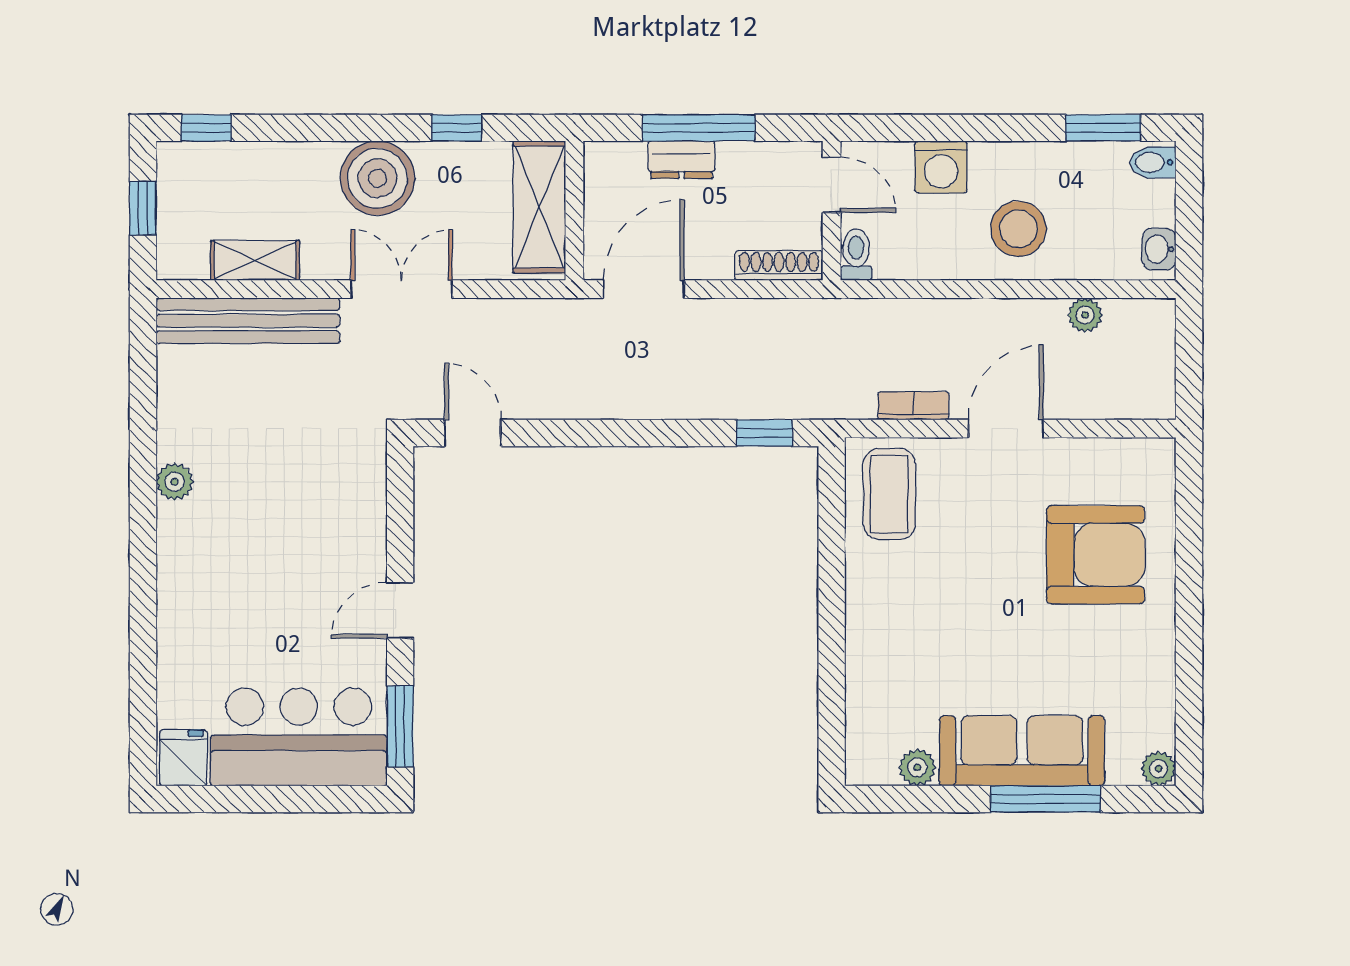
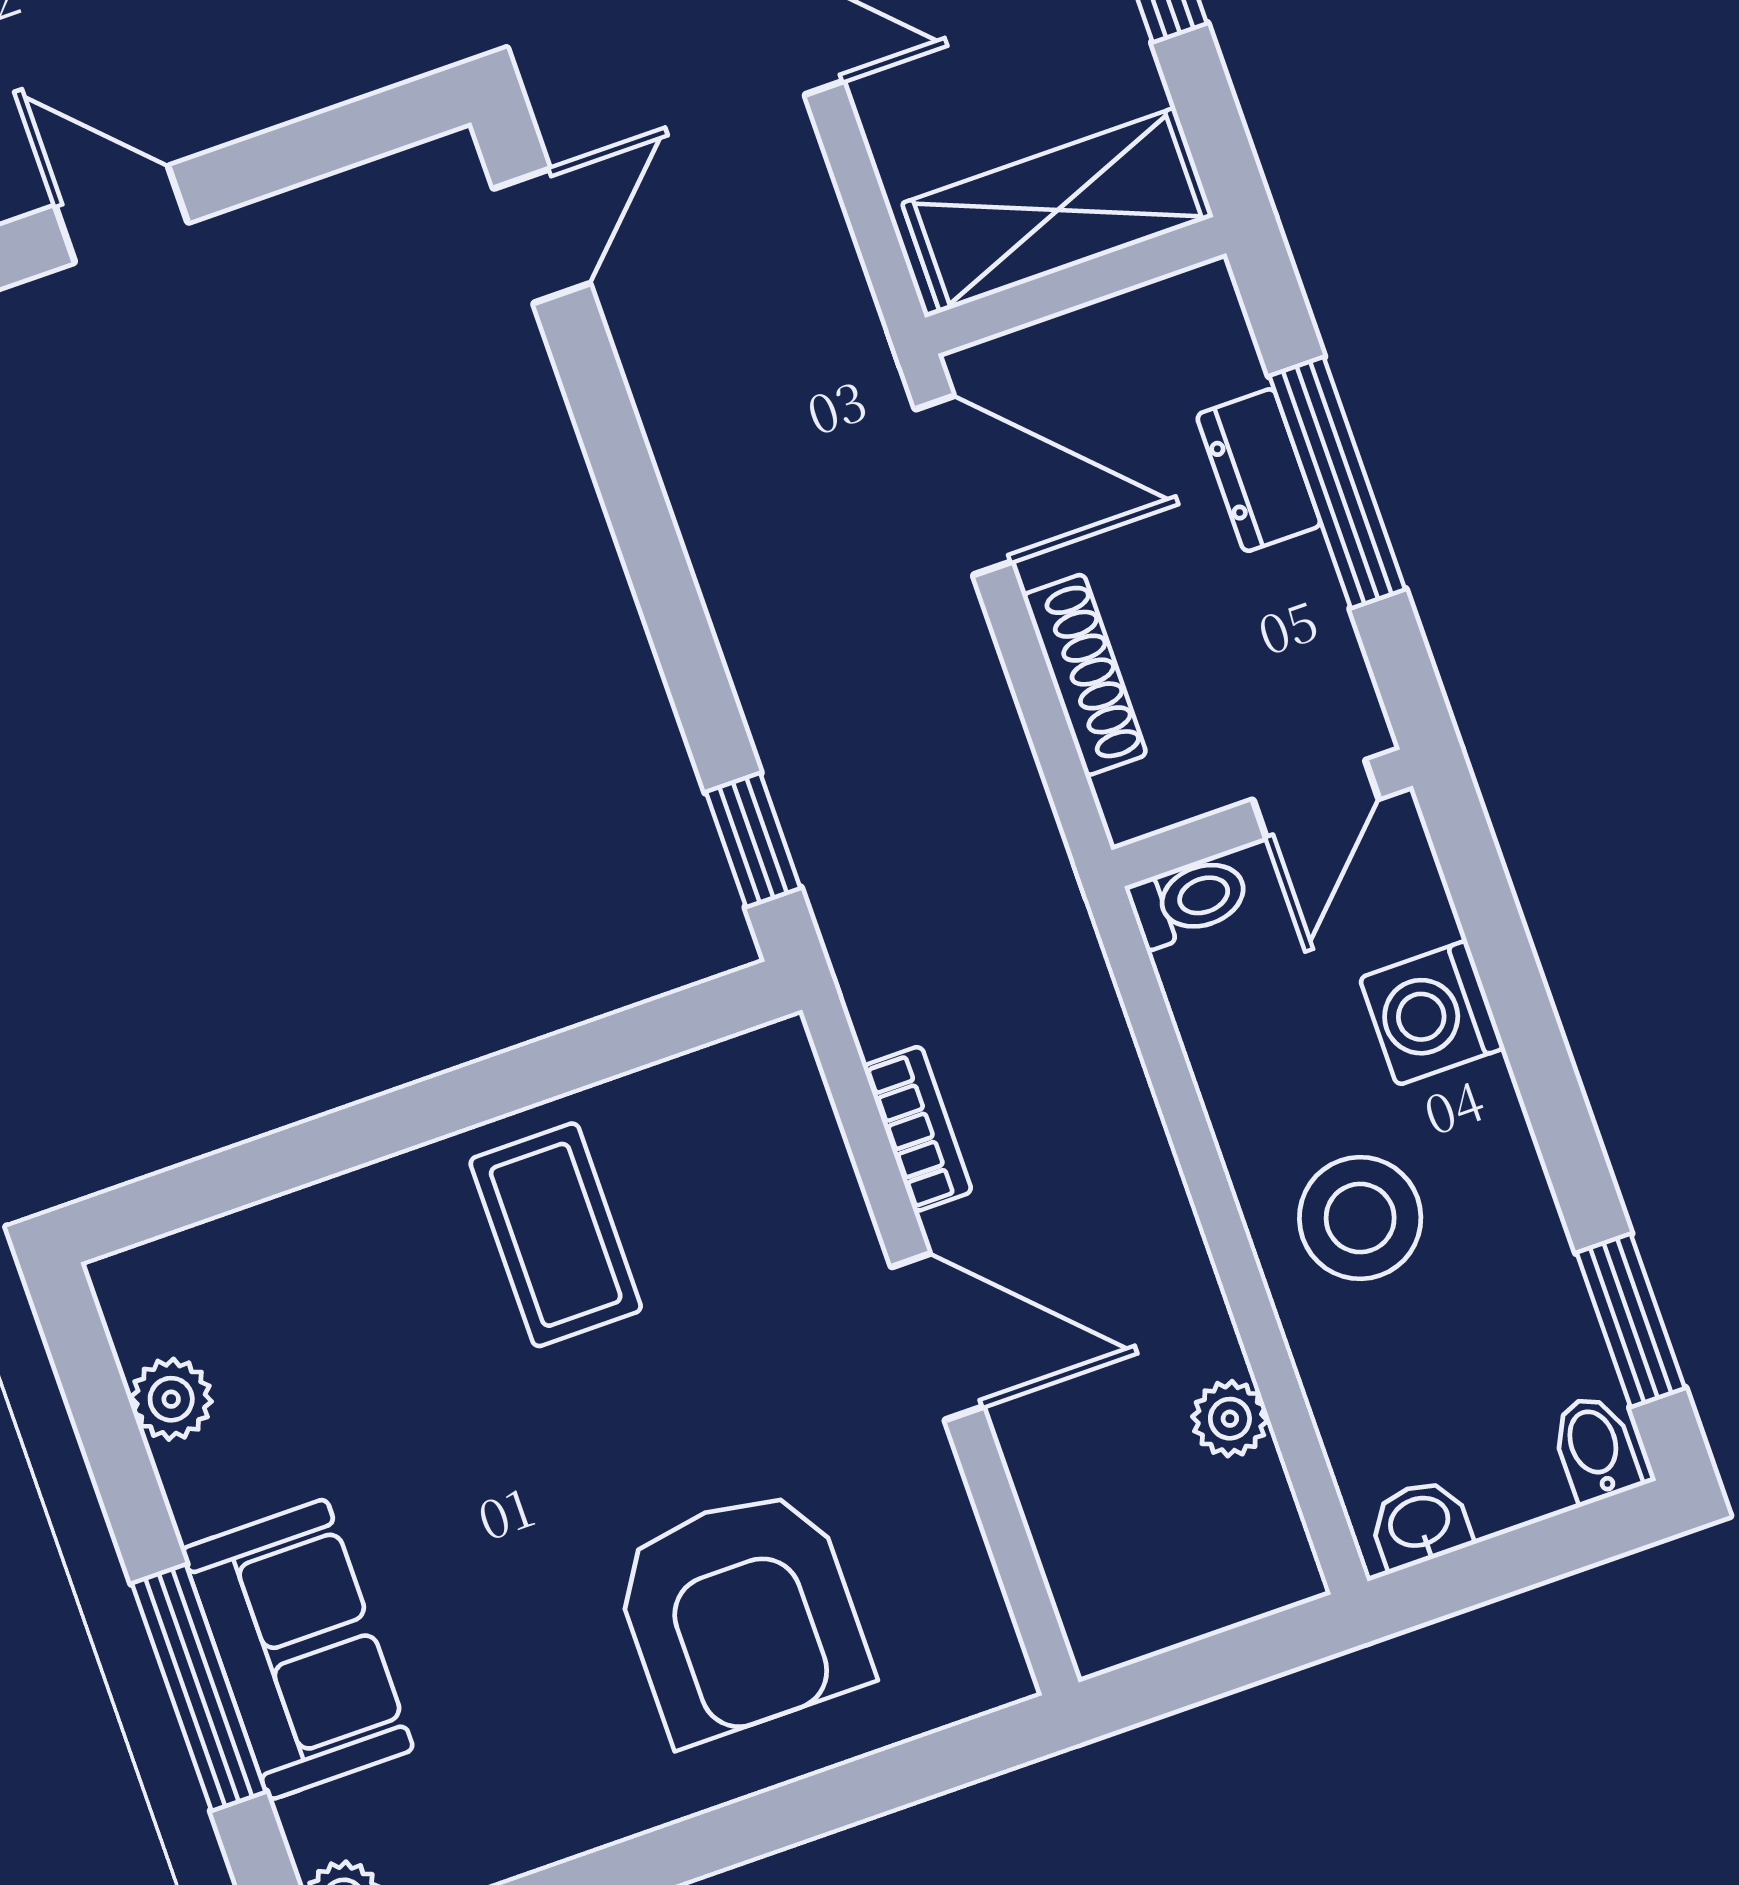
shoe rack: (779, 265) -> (1085, 675), moved
coffee table: (889, 494) -> (556, 1235), moved, turned 90
sofa: (1022, 751) -> (297, 1649), width x0.73

